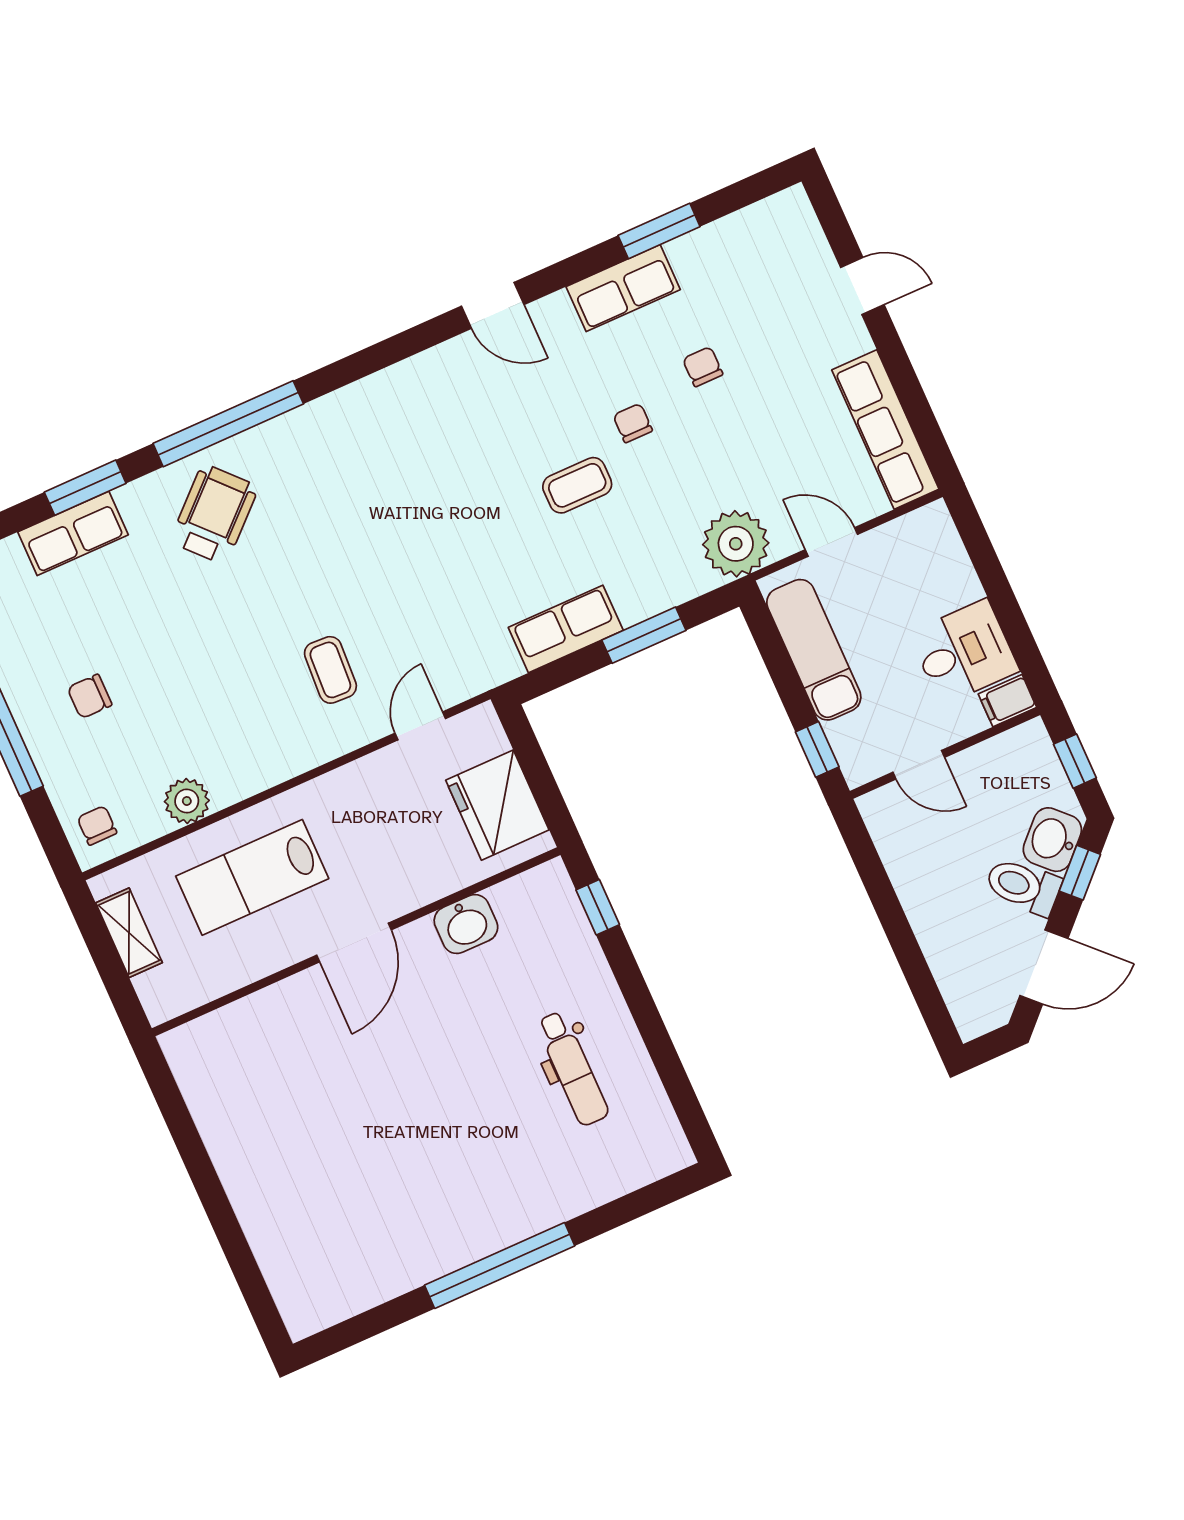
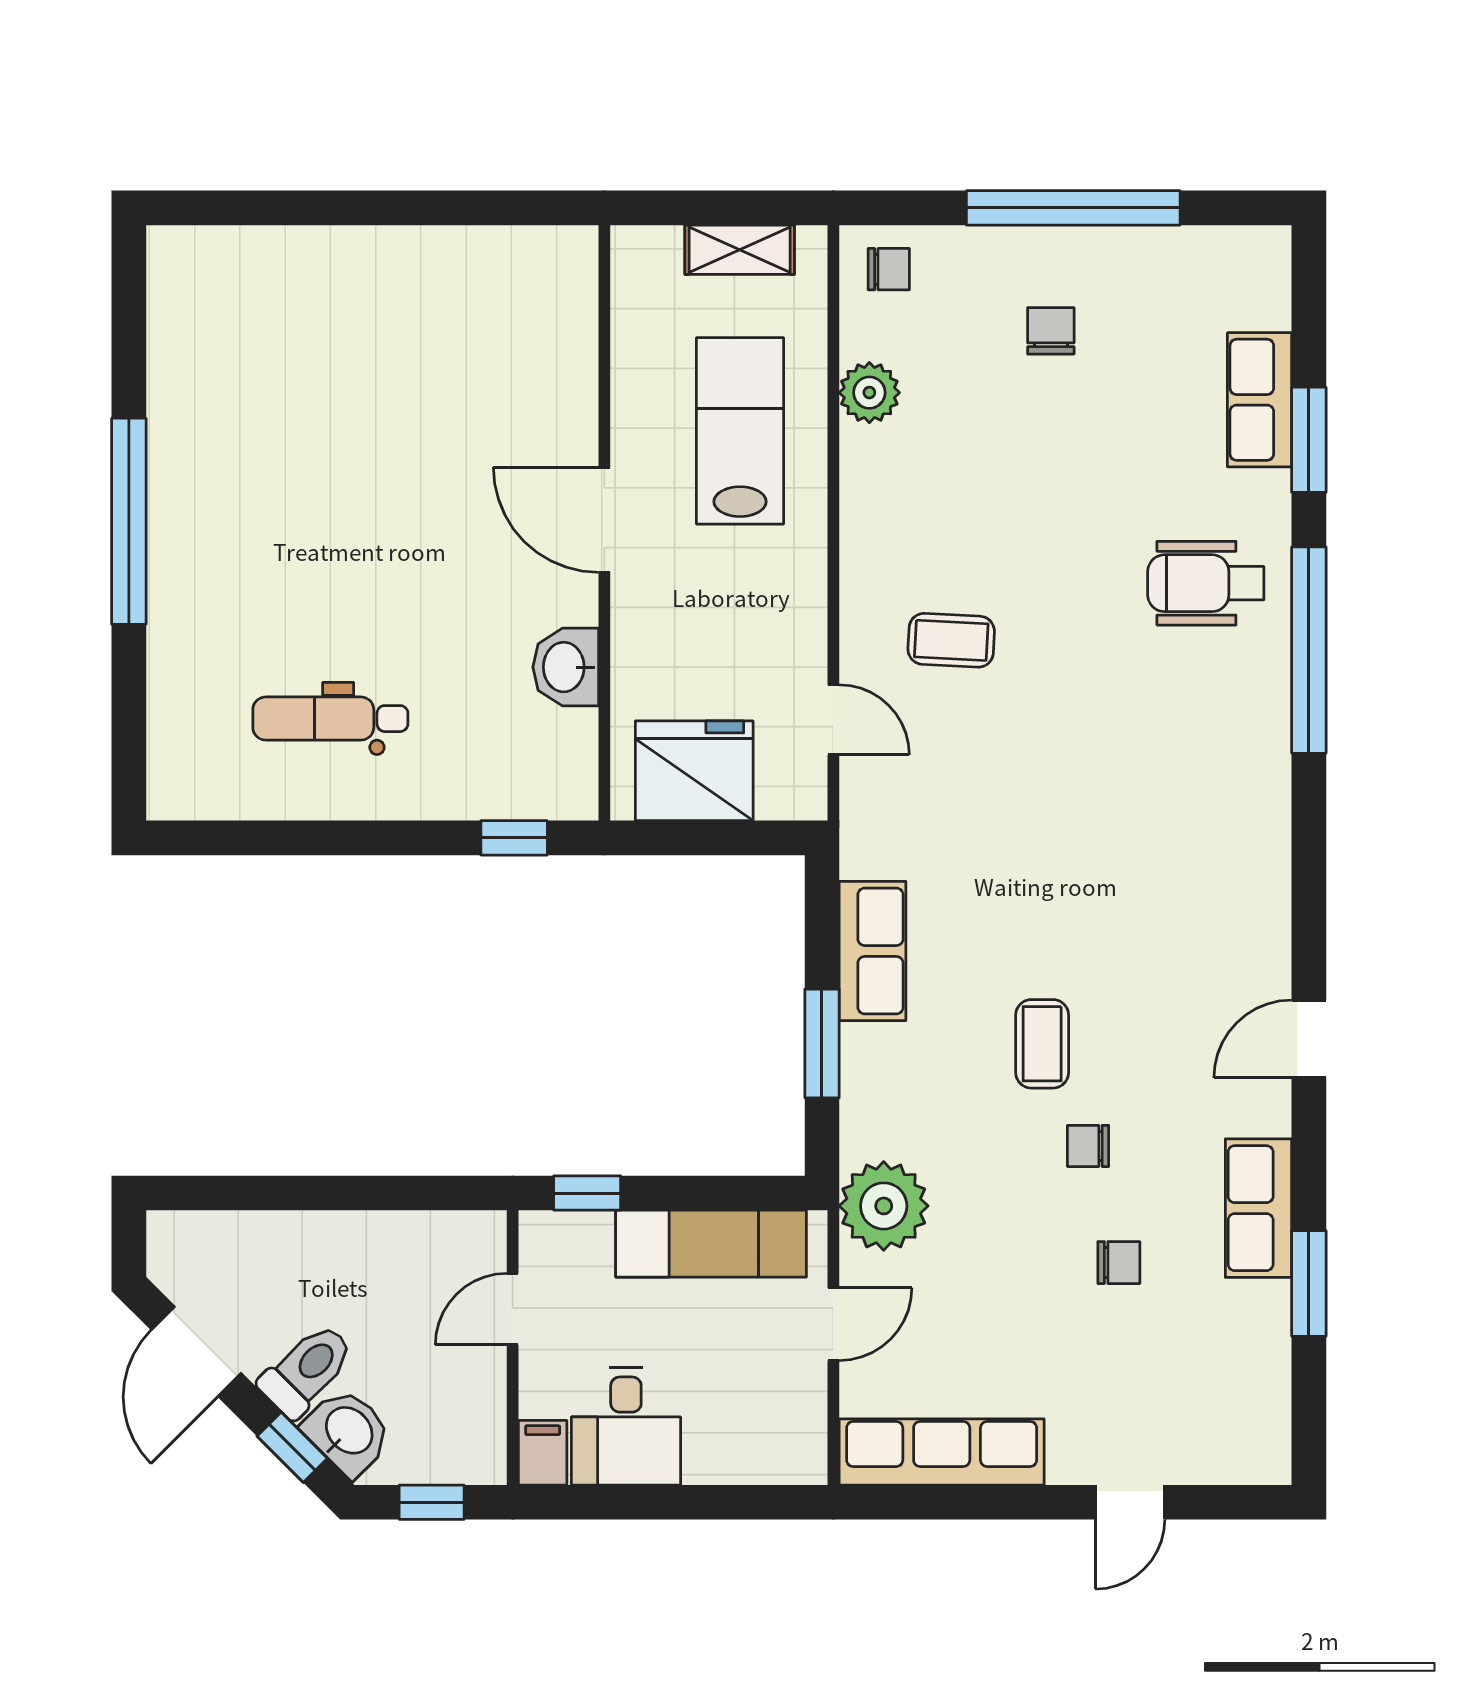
chair: (633, 423) -> (1088, 1146), turned 180
wheelchair: (214, 514) -> (1206, 583), turned 133

